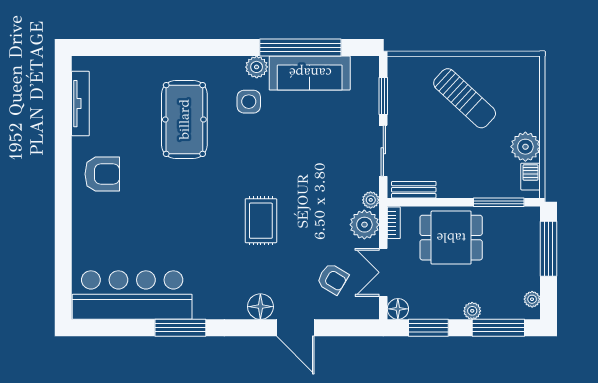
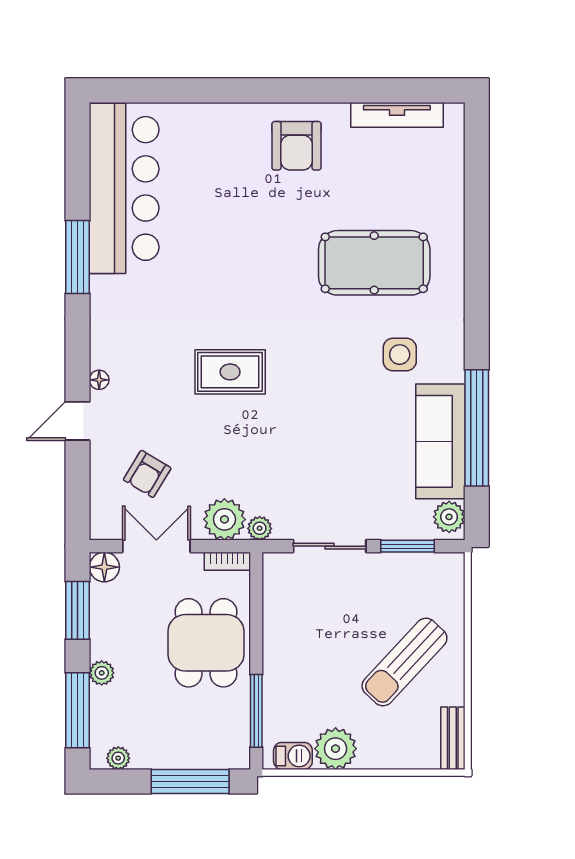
plant: (257, 67) -> (449, 517), moved
bench: (414, 190) -> (453, 738), moved
floor lamp: (260, 307) -> (99, 380), width x0.53, depth x0.53
door: (295, 328) -> (77, 421), width x0.73

